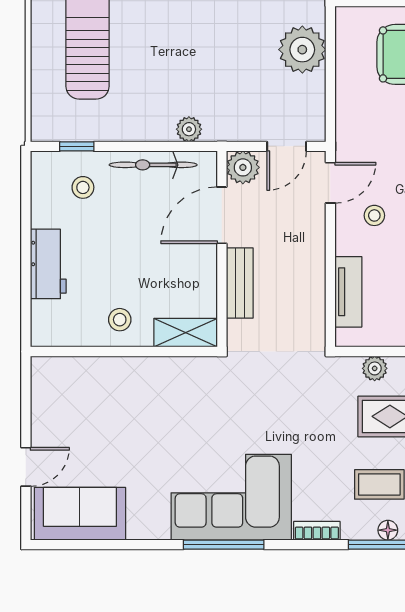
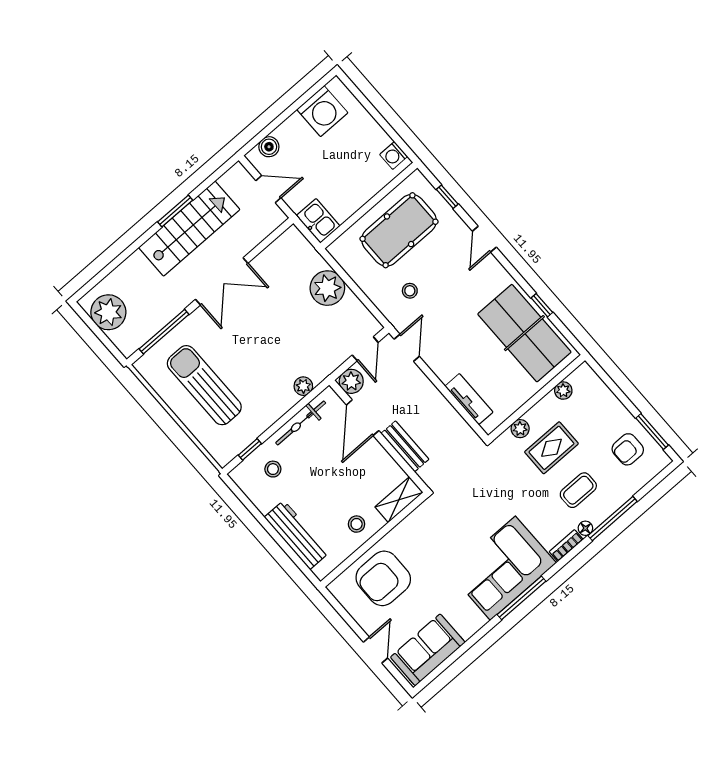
stool: (374, 215) -> (410, 291), moved
workbench: (48, 264) -> (297, 535), width x1.38
armchair: (98, 400) -> (383, 578), added
floor lamp: (388, 530) -> (585, 528), moved

